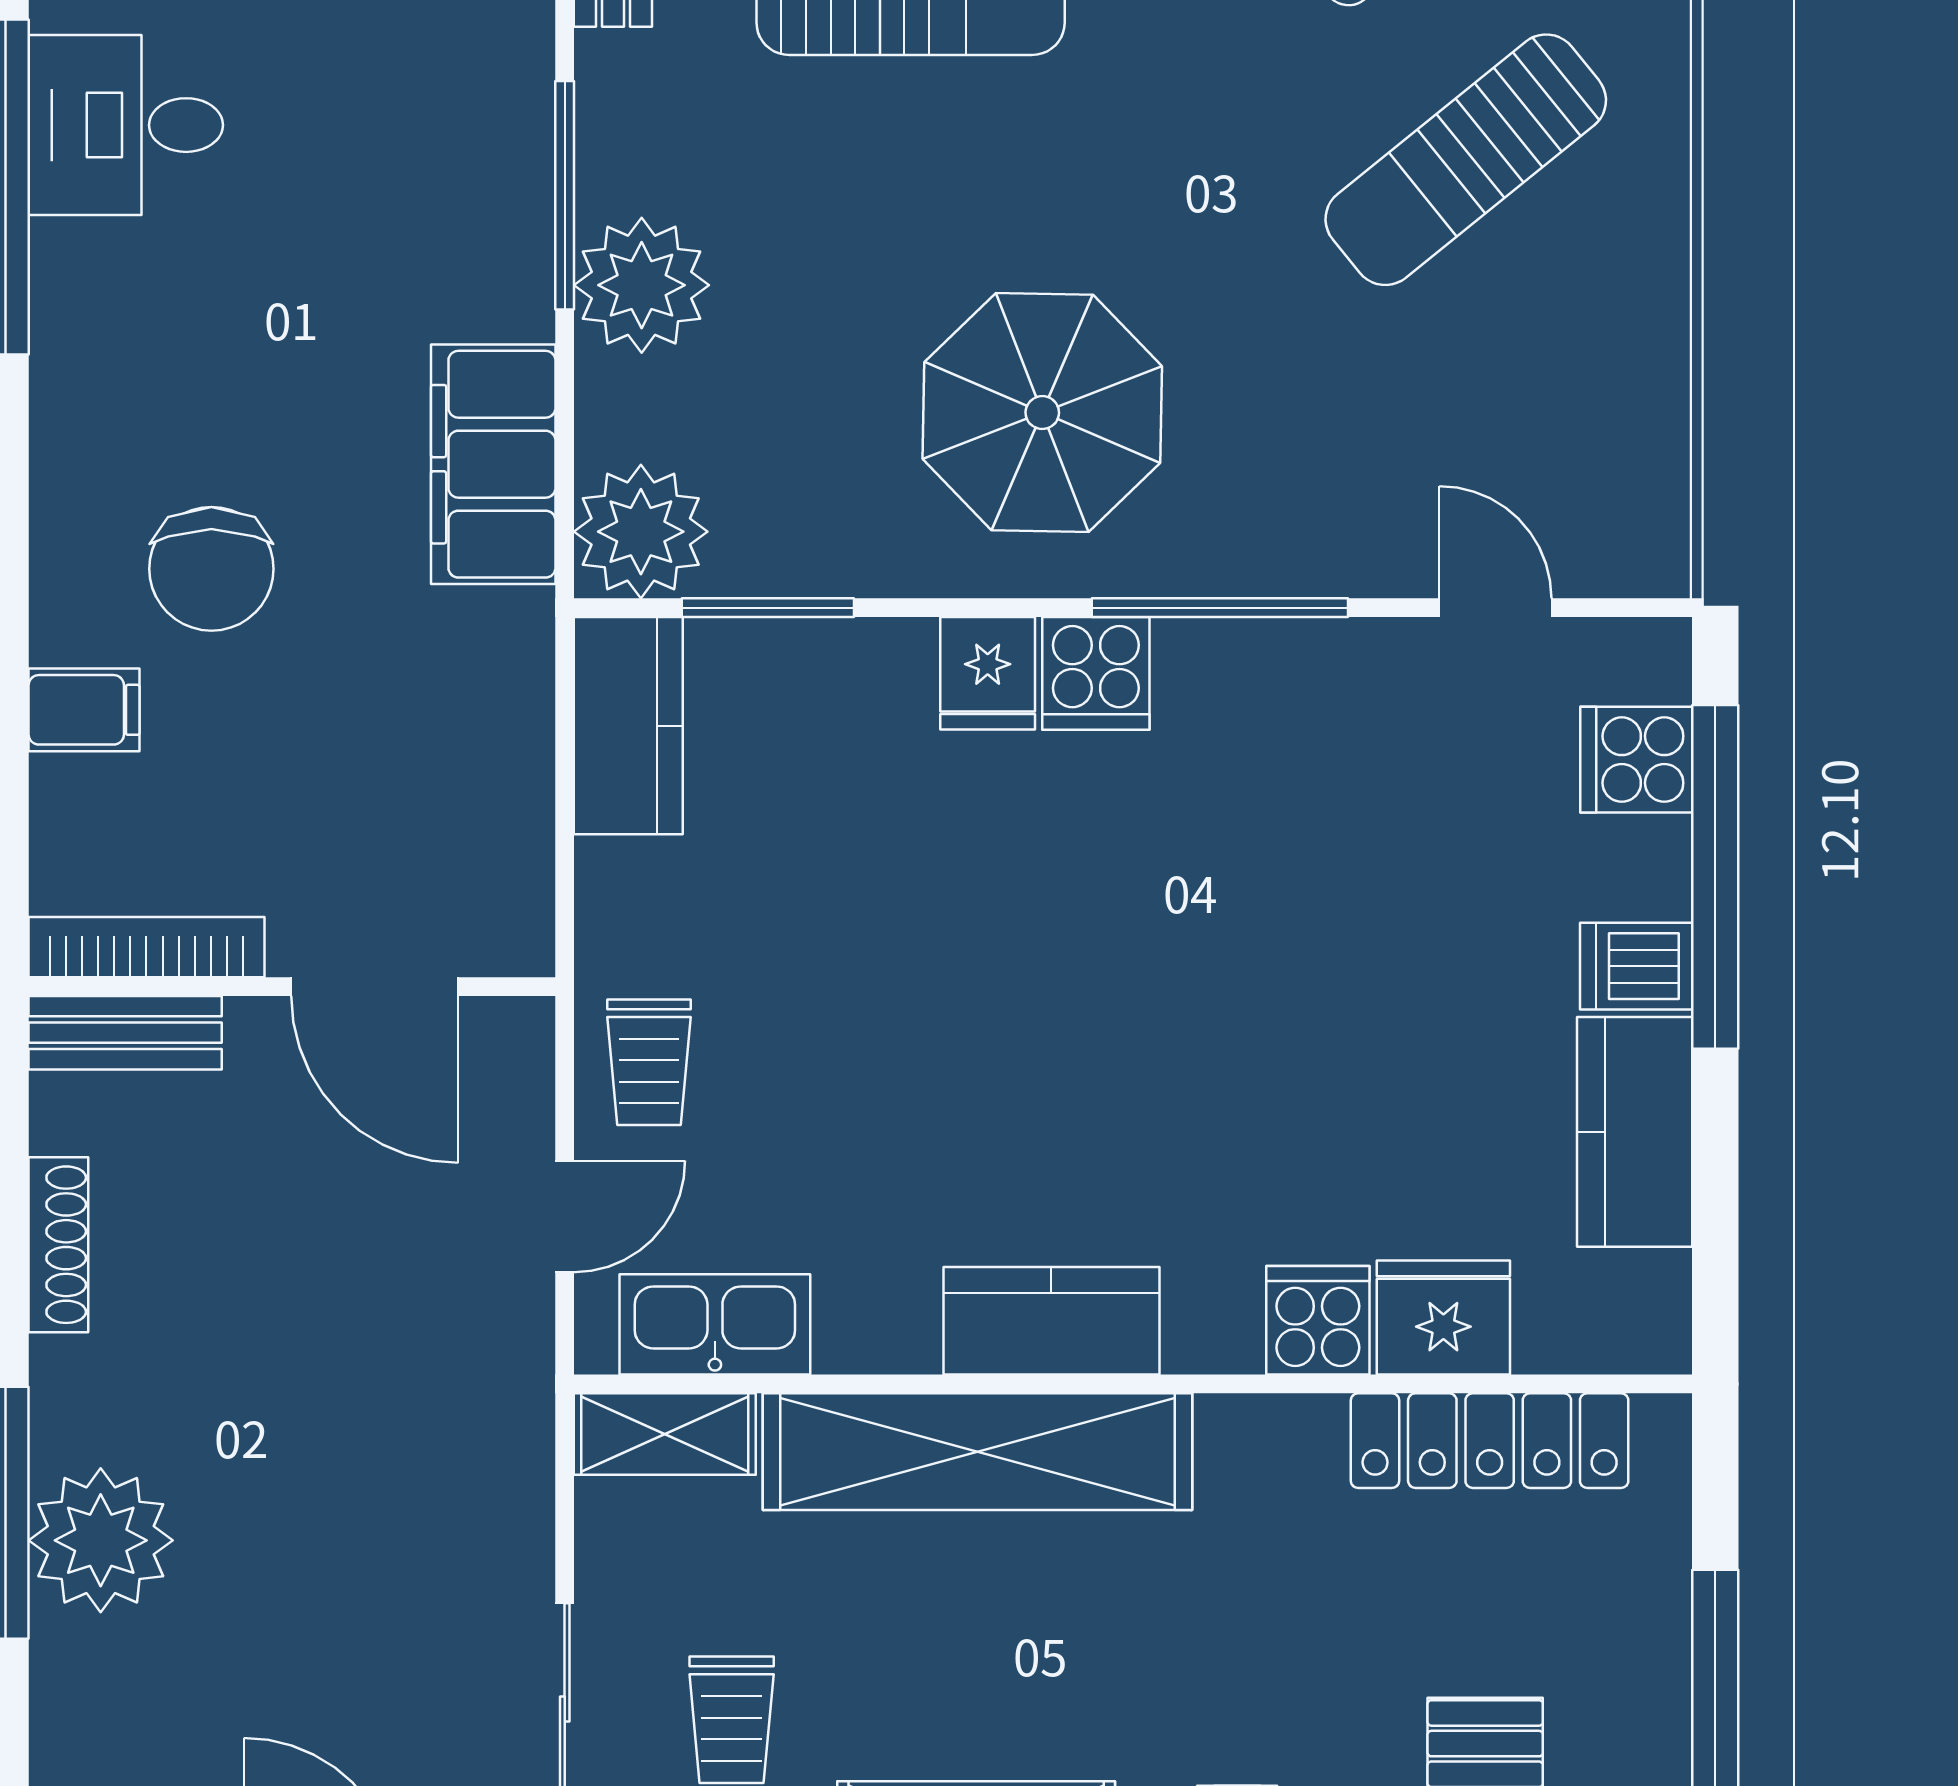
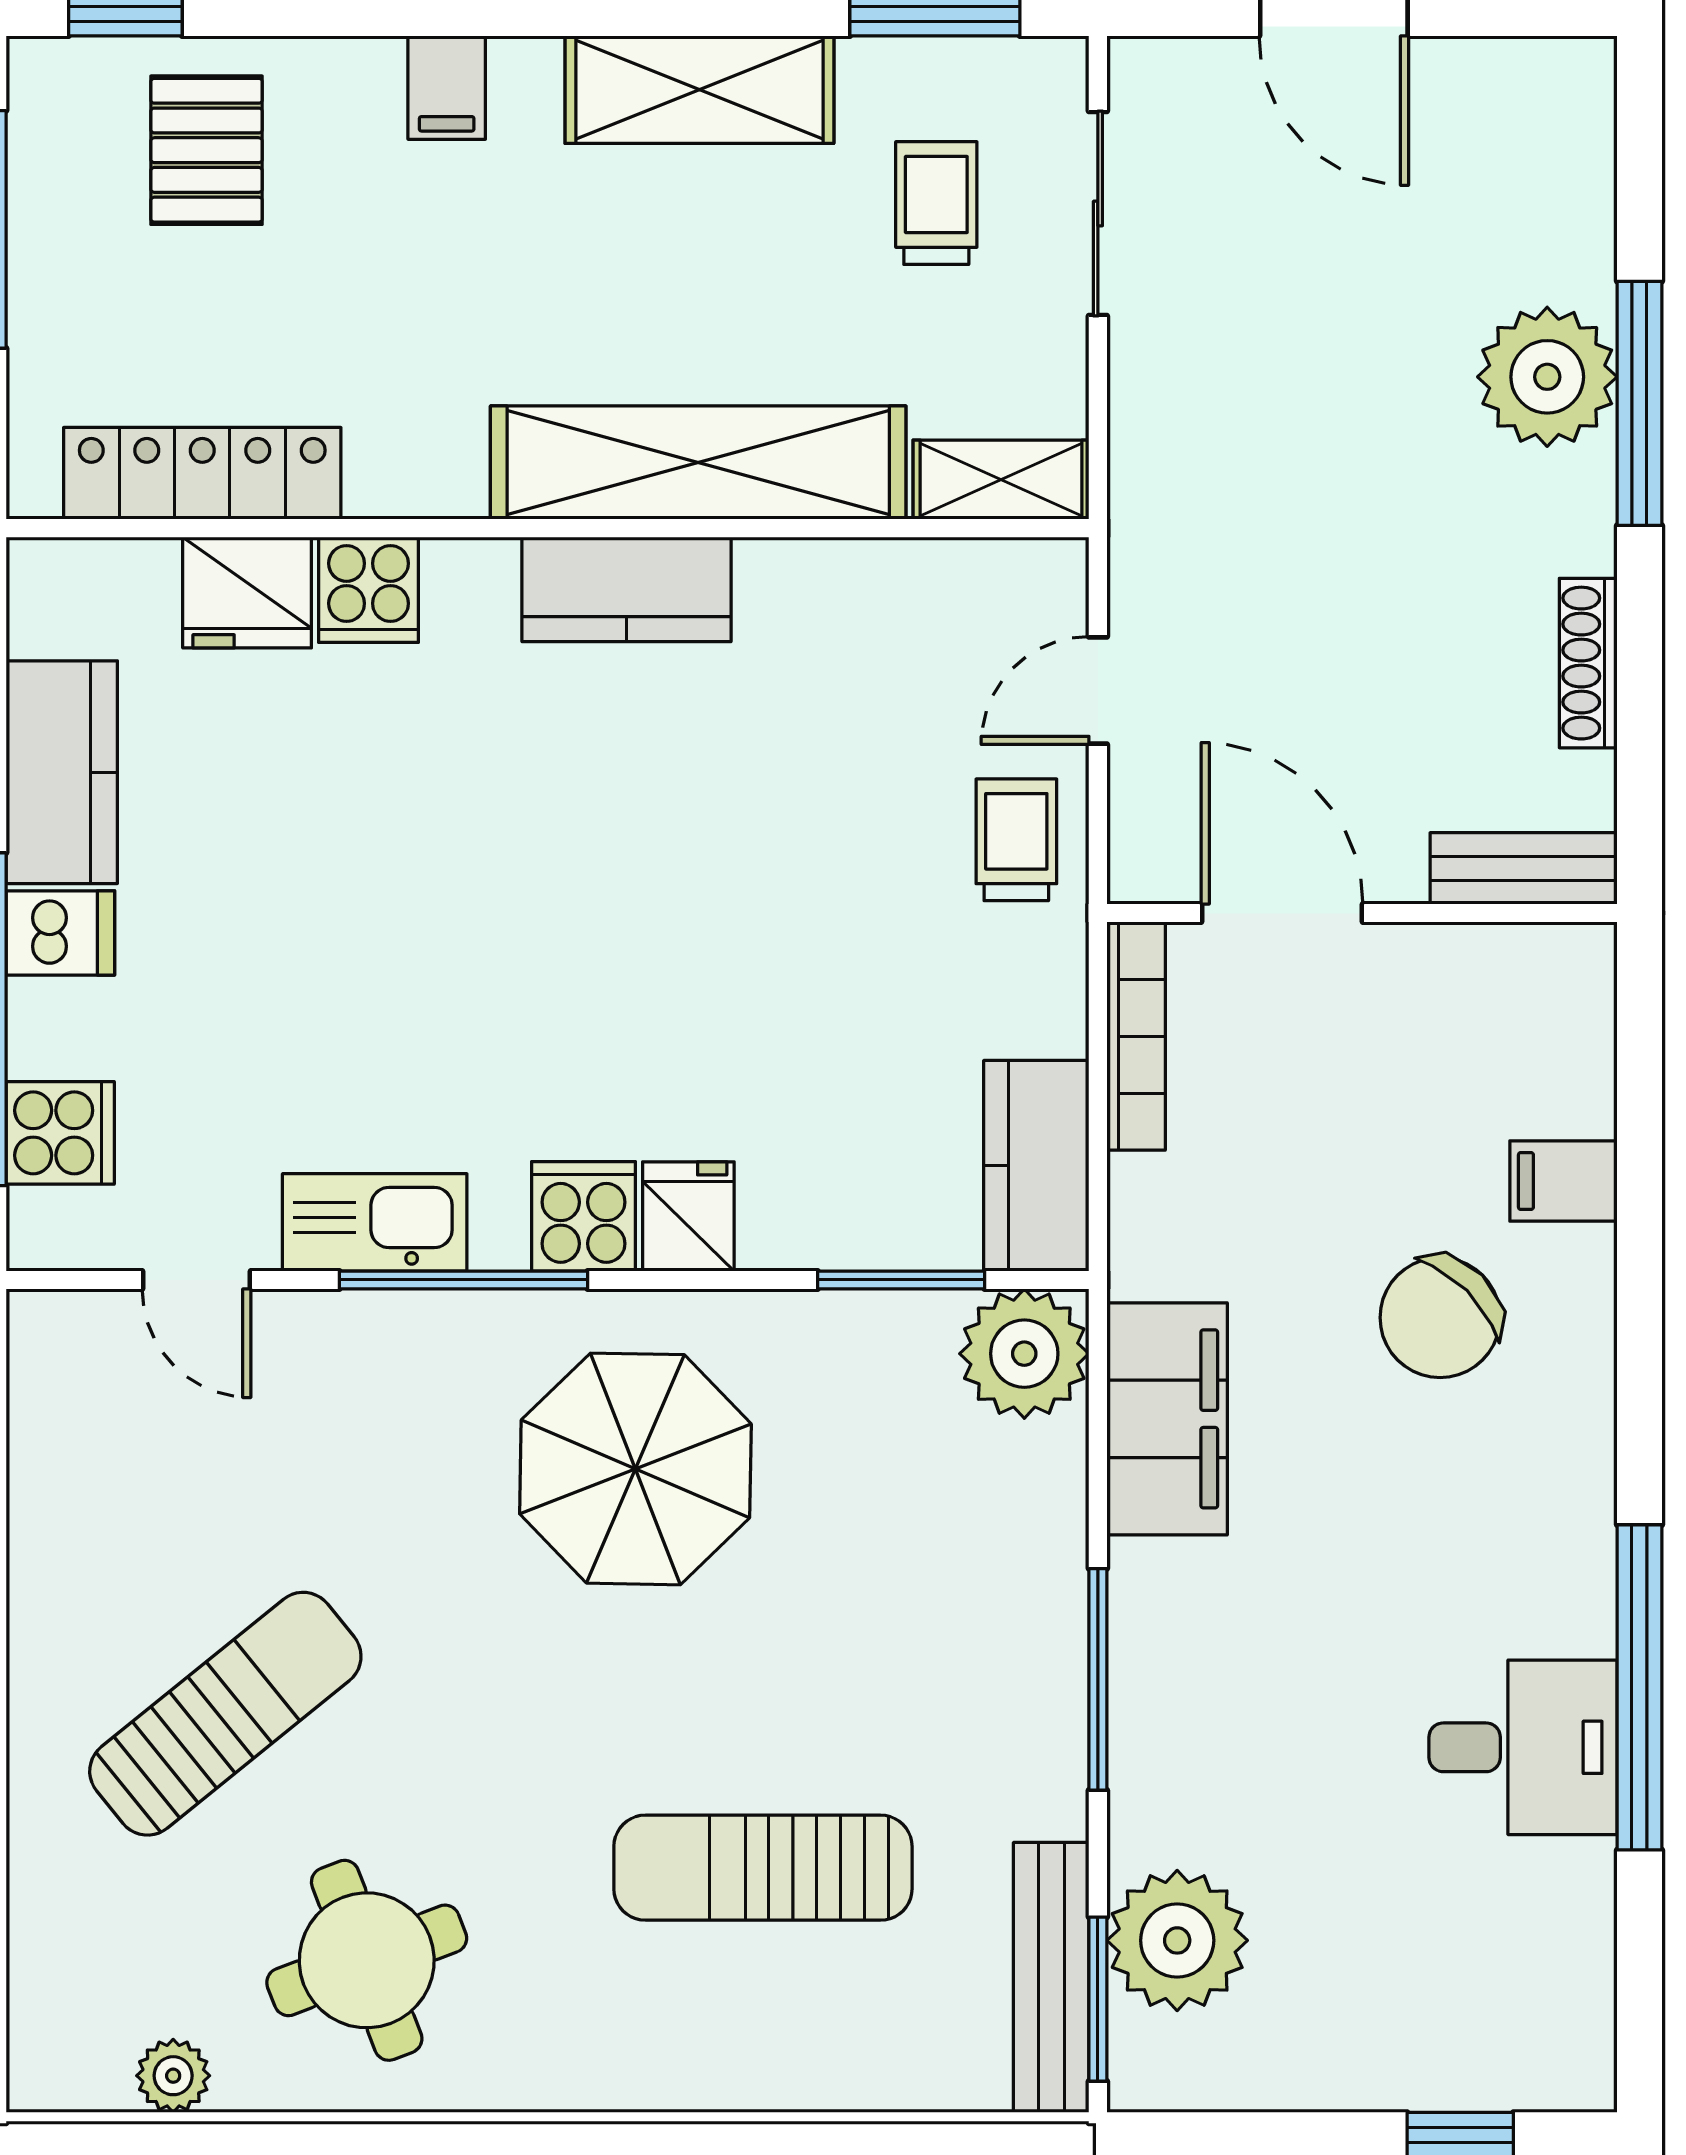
plant: (642, 285) -> (1024, 1592), removed
chair: (211, 569) -> (1440, 1318), turned -135
bookcase: (146, 947) -> (1136, 1036), moved, turned -90
kitchen sink: (715, 1324) -> (375, 1222), moved, turned 180

